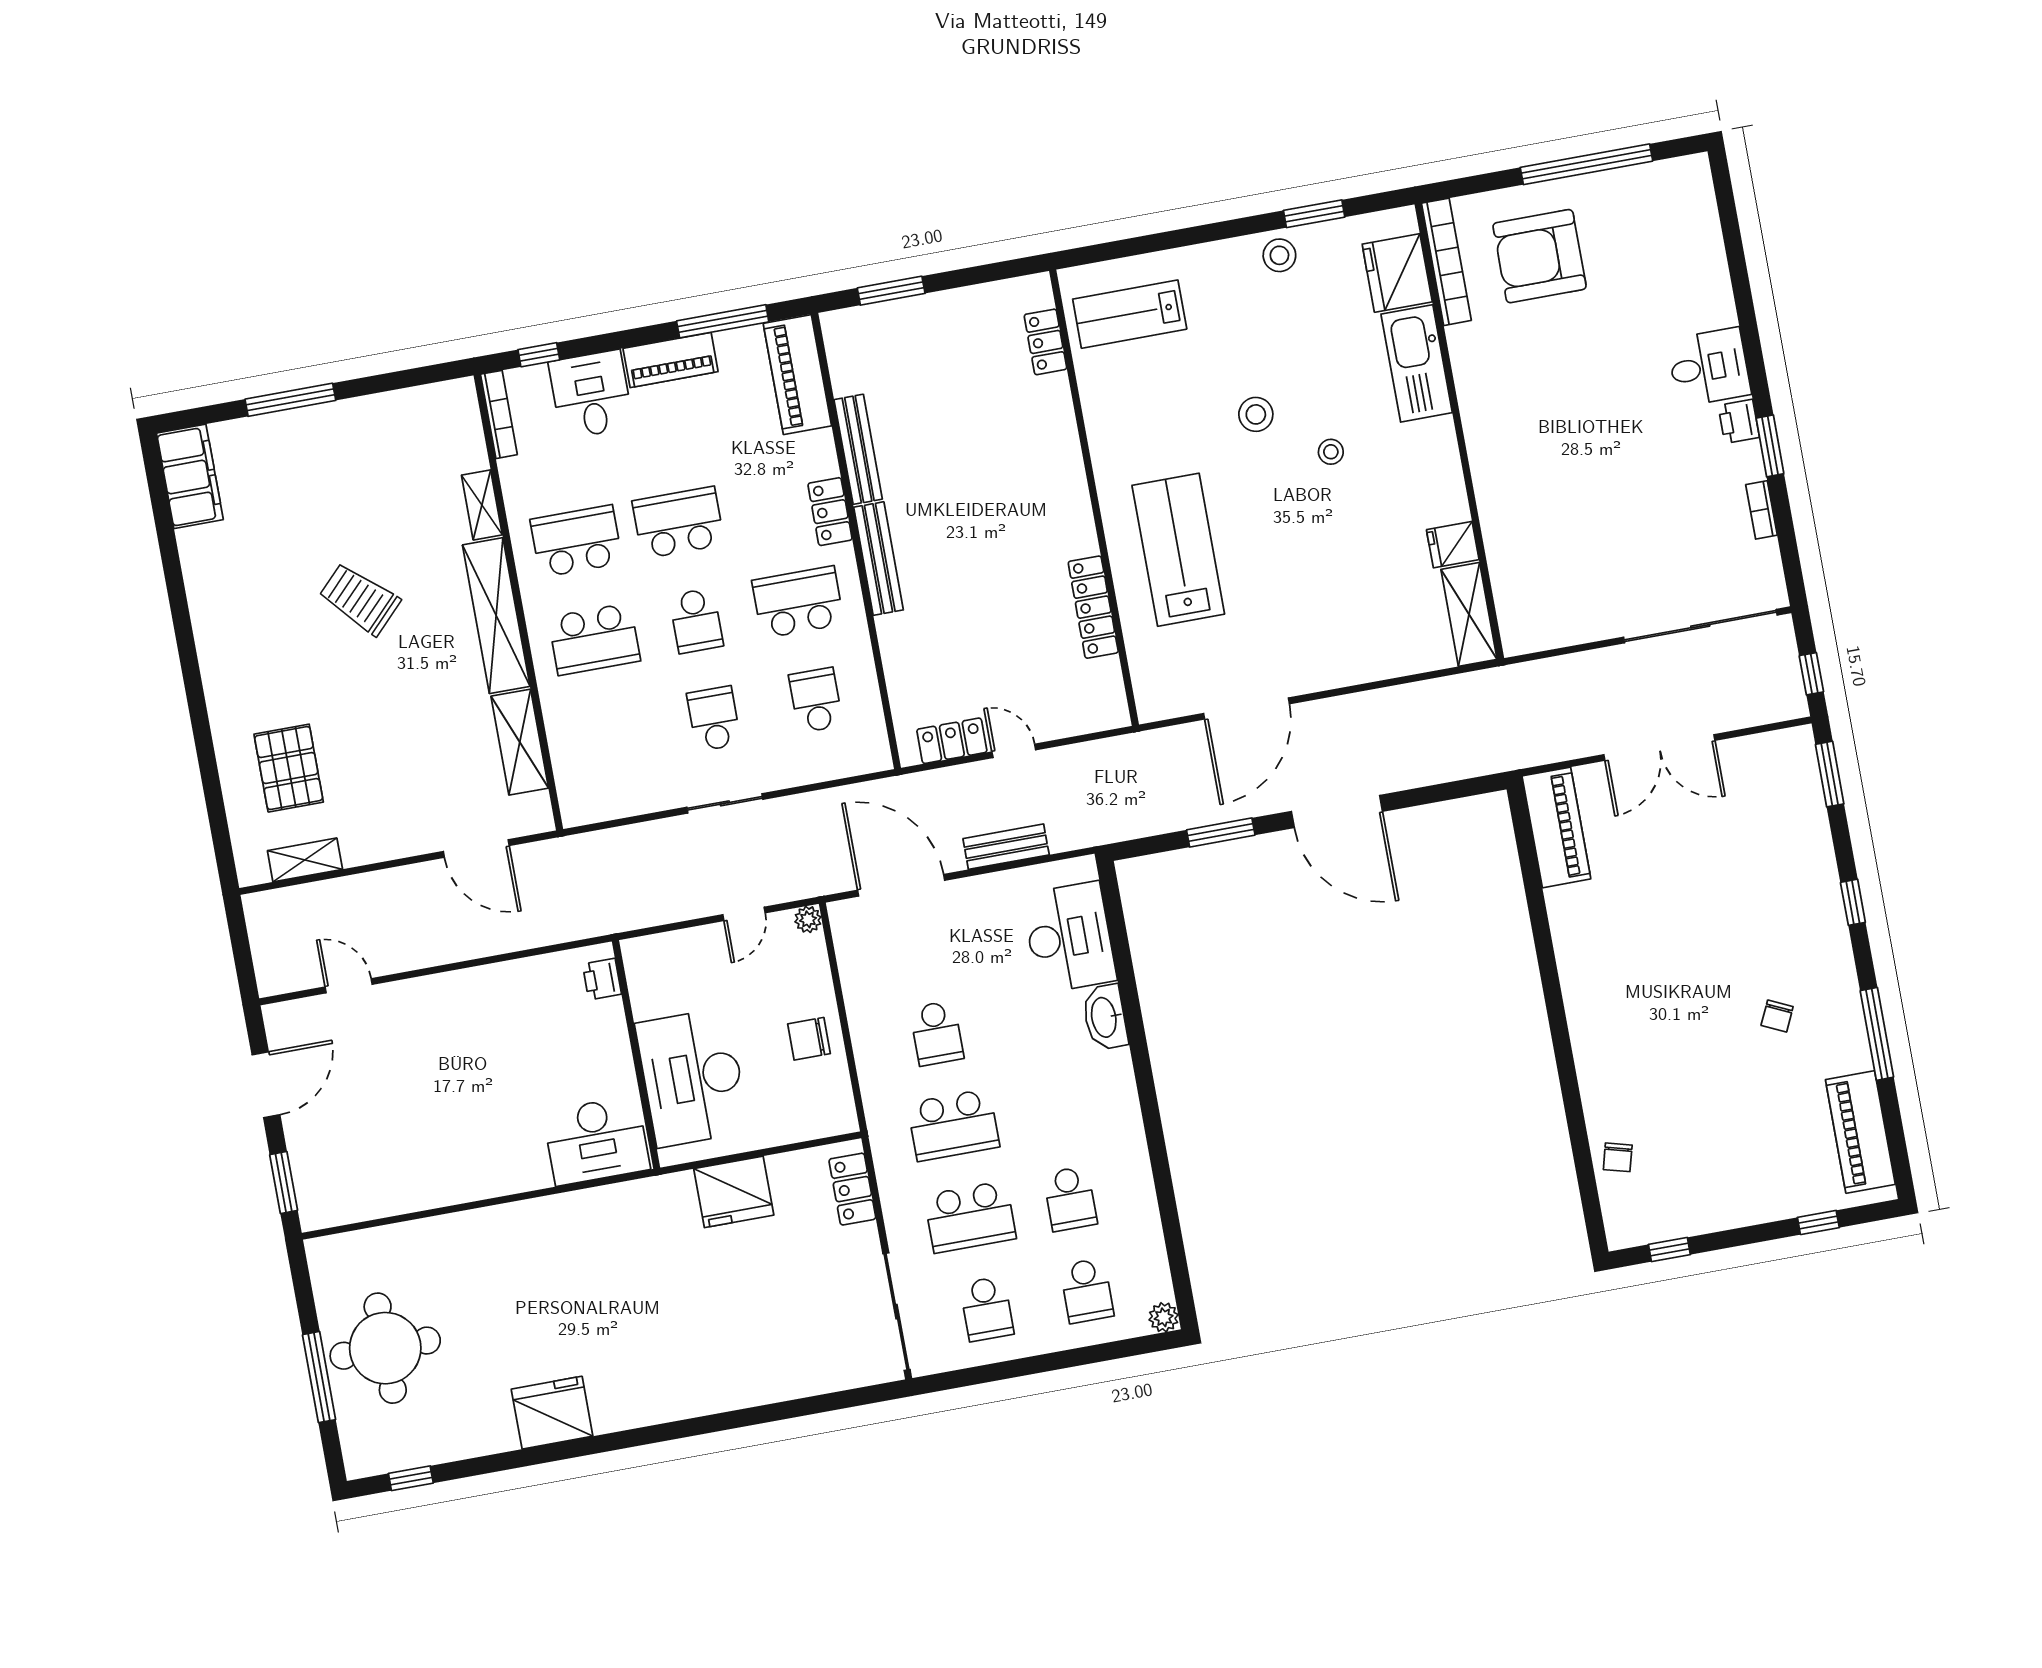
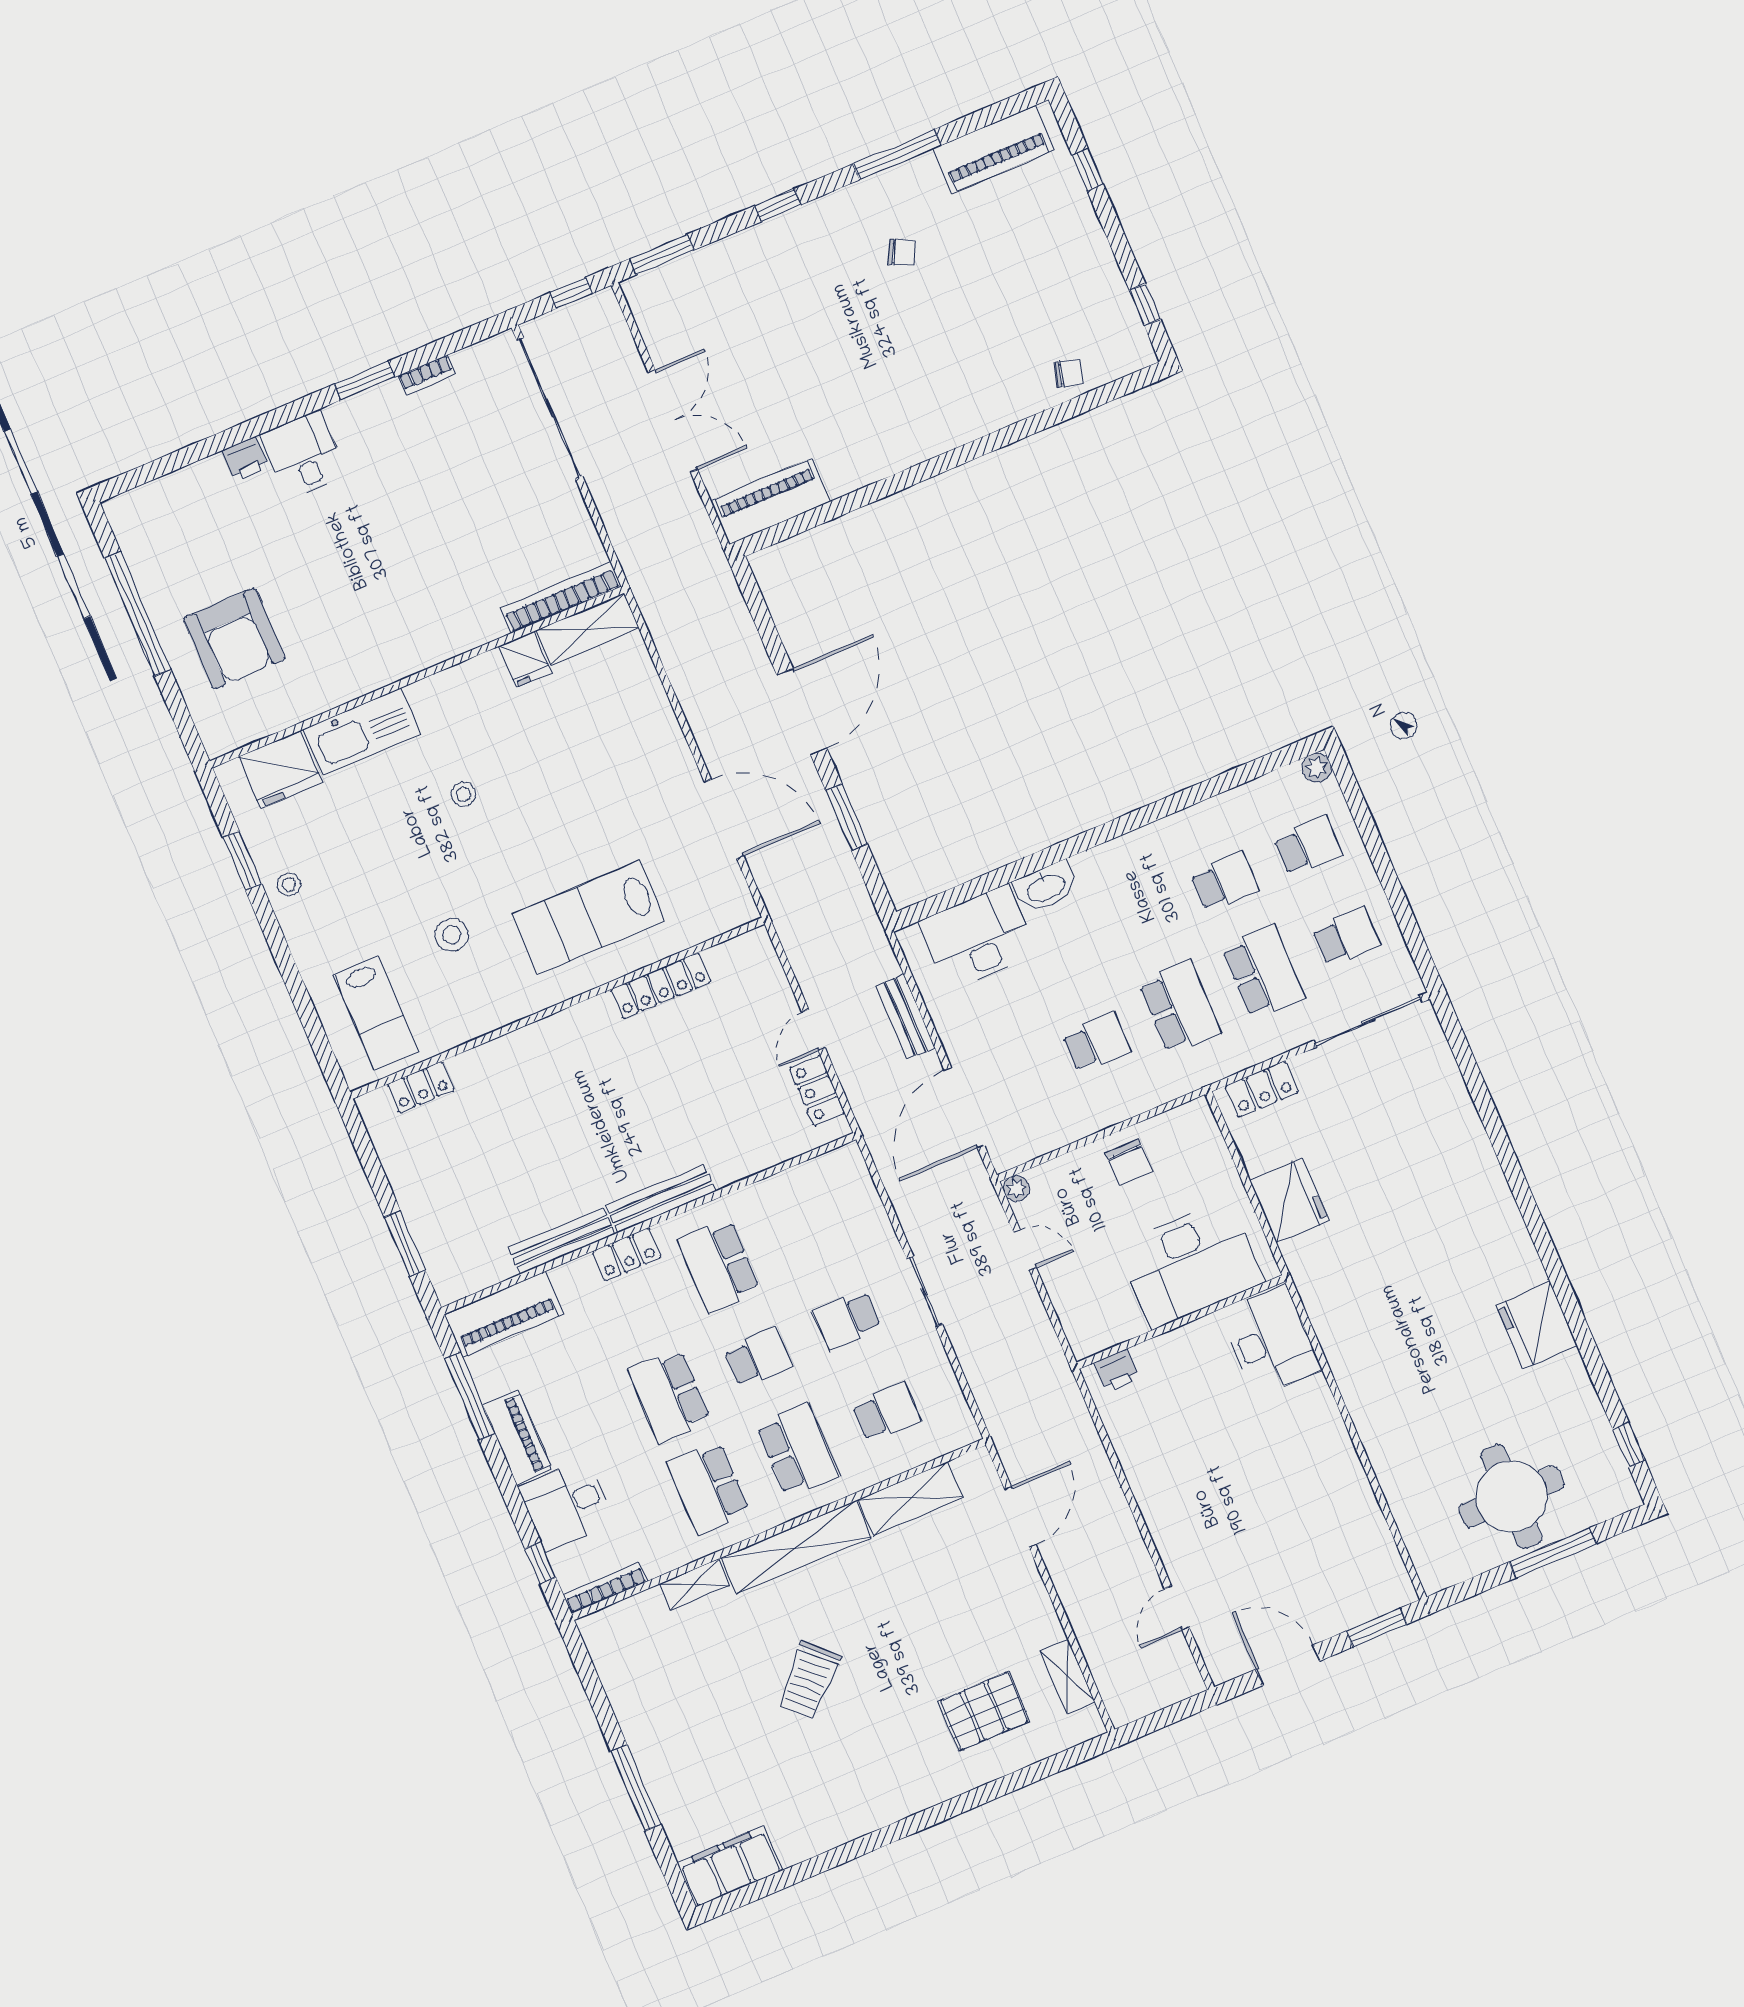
stool: (1279, 255) -> (289, 884), width x0.73, depth x0.73
bookcase: (1446, 262) -> (561, 598), moved
stool: (1256, 414) -> (452, 935), moved
printer: (1739, 421) -> (245, 459), moved
school desk: (816, 700) -> (886, 1412), moved, turned 180

